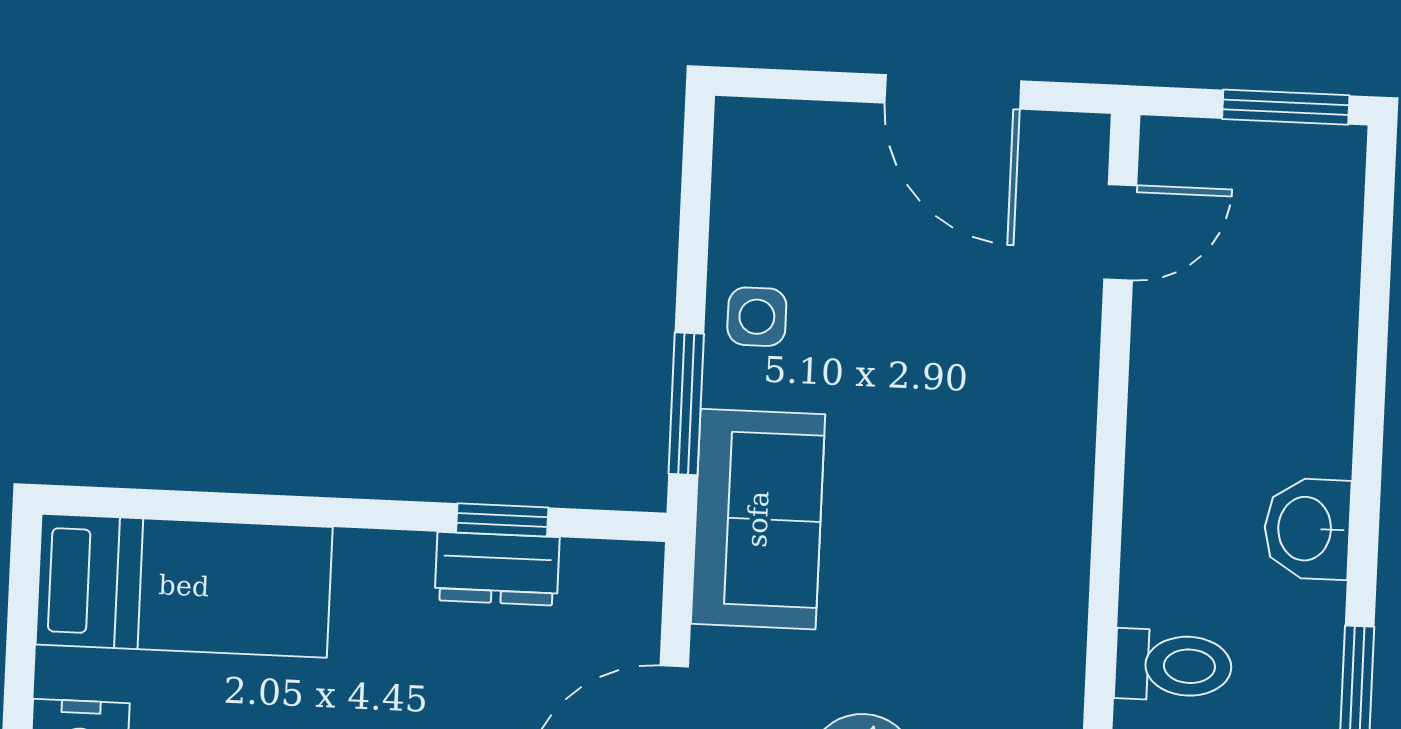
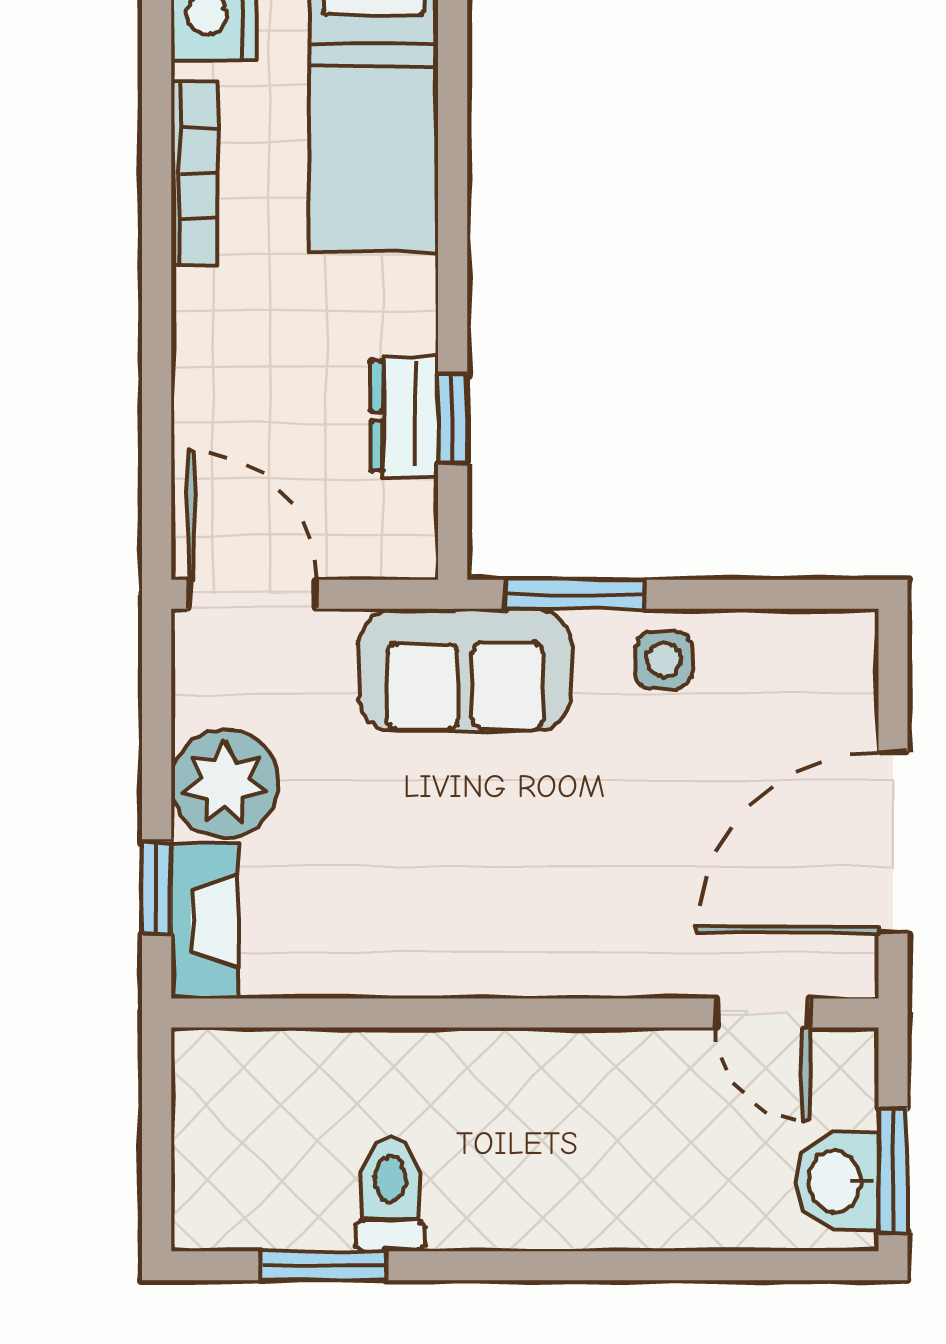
door: (953, 92) -> (893, 842), width x1.36
washbasin: (1307, 529) -> (837, 1181), moved, turned -90
toilet: (1173, 666) -> (390, 1194), moved, turned 180

